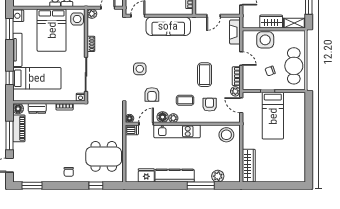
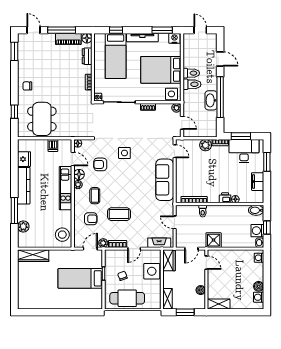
wardrobe: (271, 22) -> (169, 260), moved
dishwasher: (132, 130) -> (53, 145), moved

